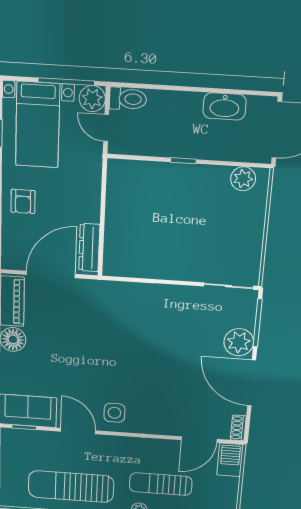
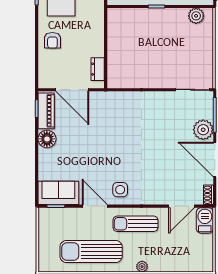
dresser: (89, 248) -> (98, 69), width x0.70
door: (51, 274) -> (72, 90), swing flipped
sun lounger: (161, 484) -> (136, 224), moved

